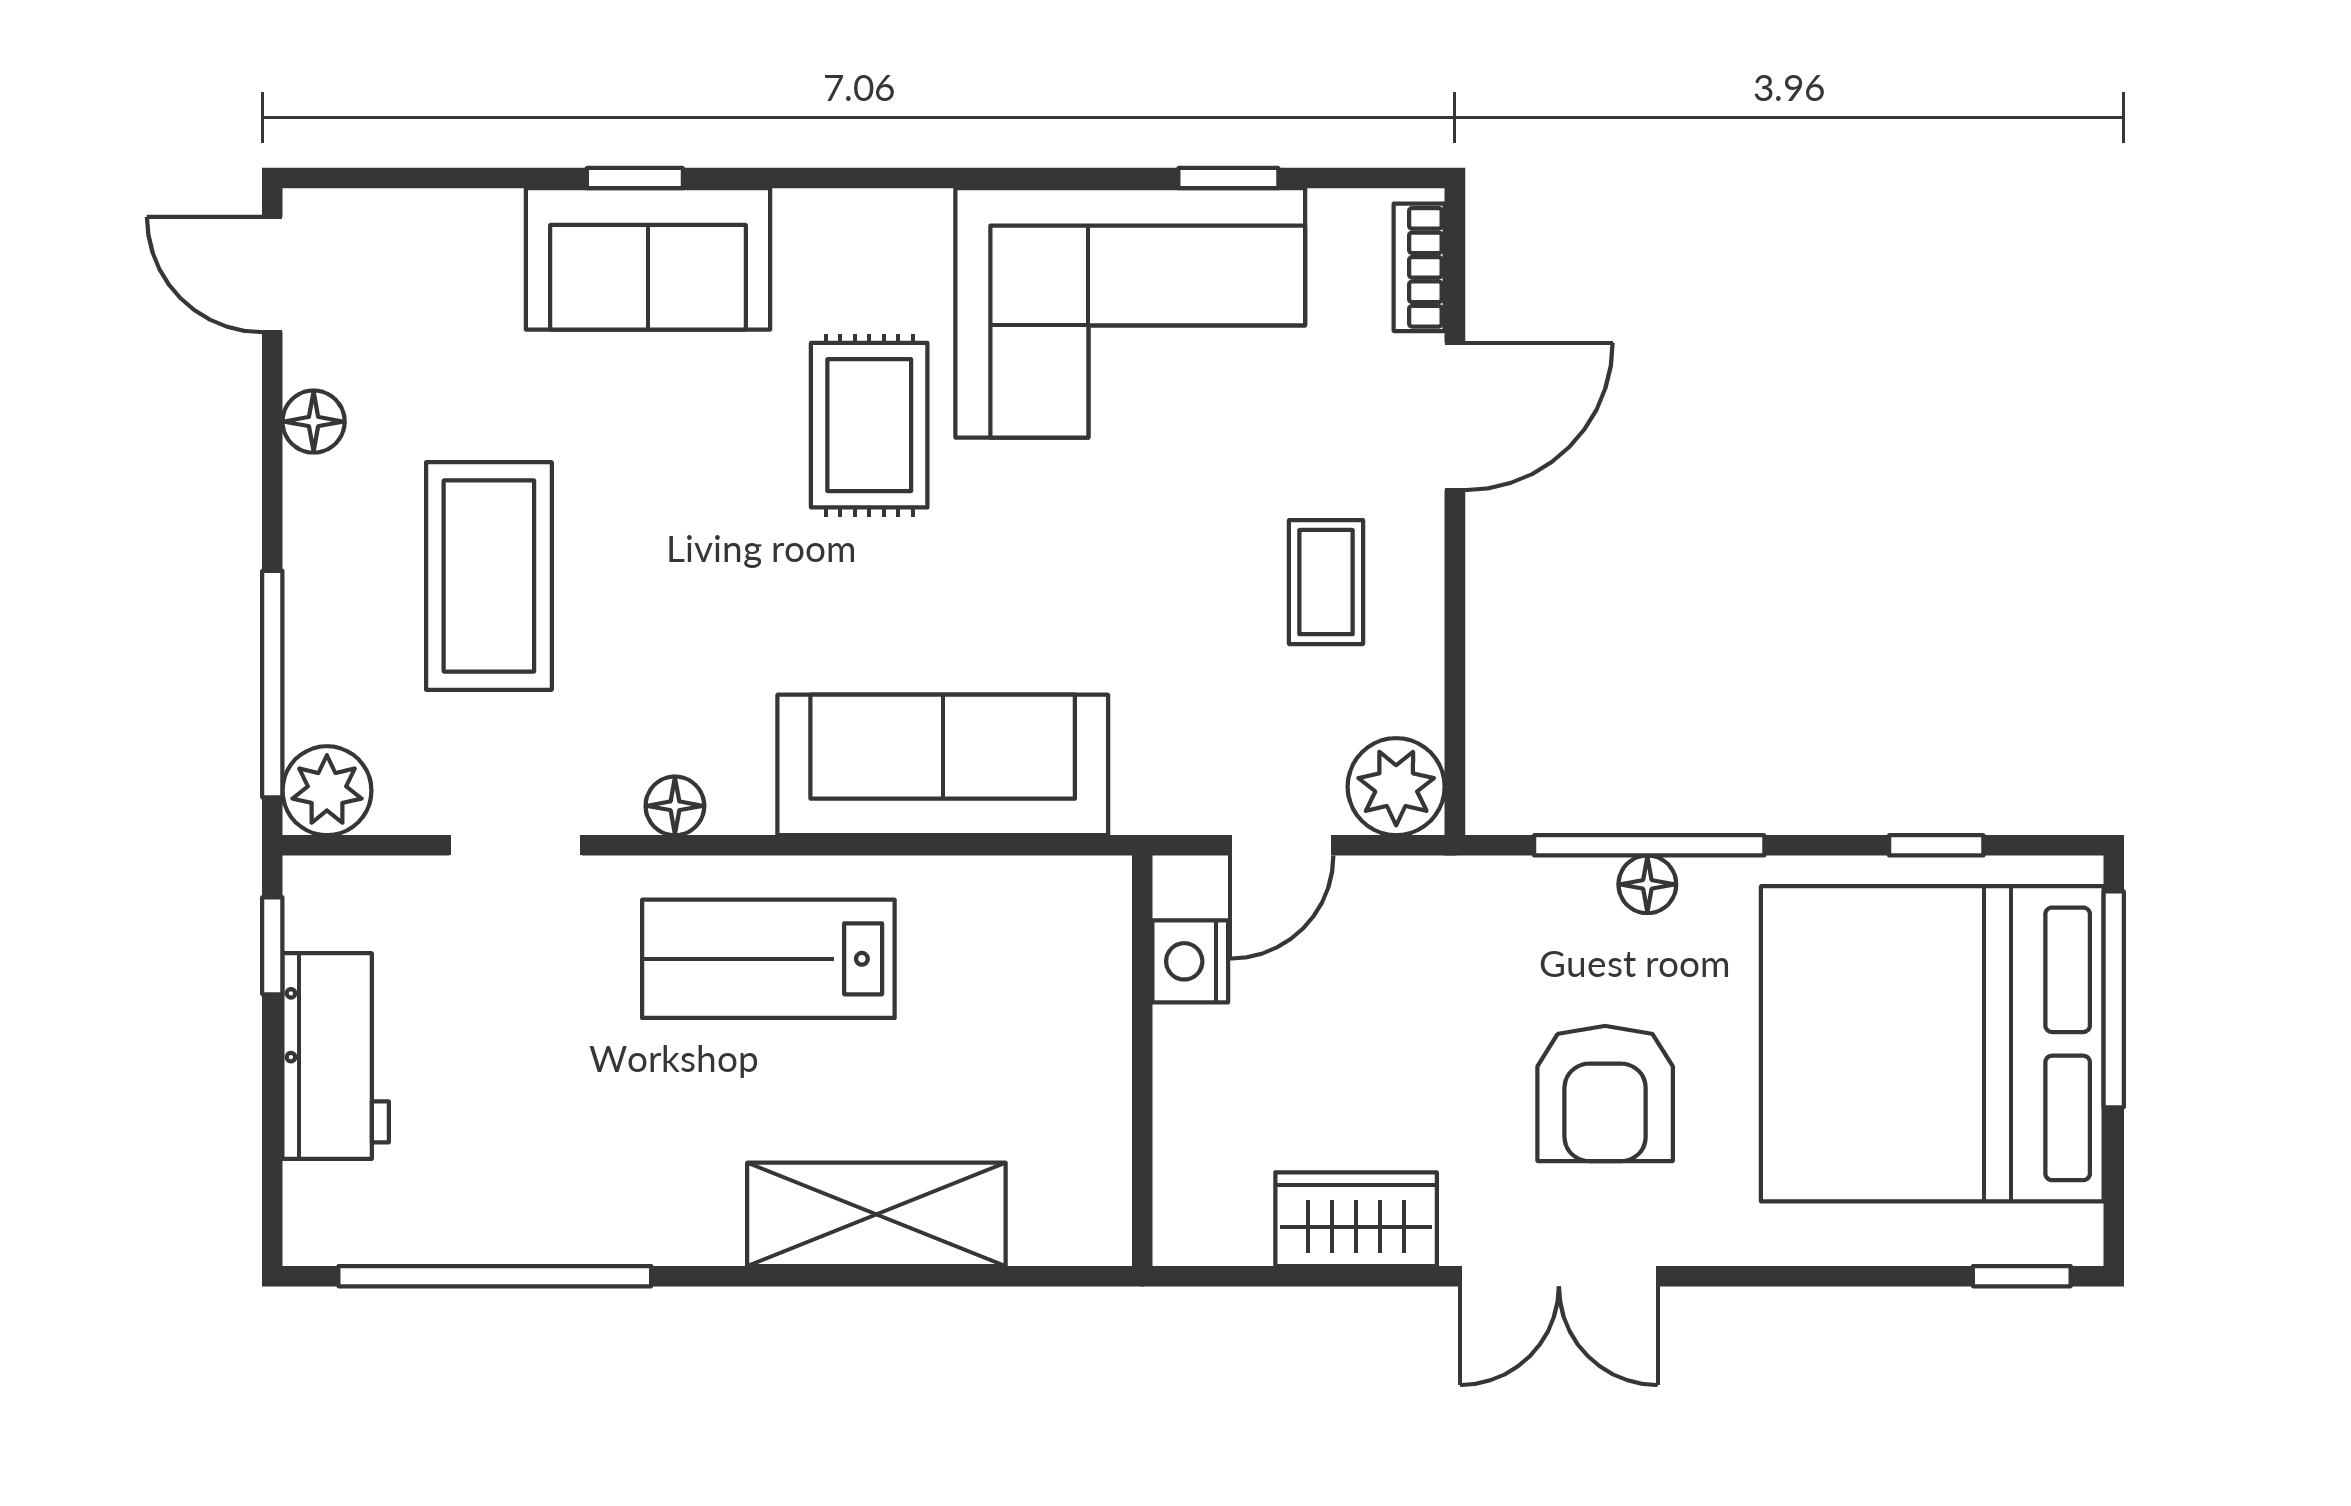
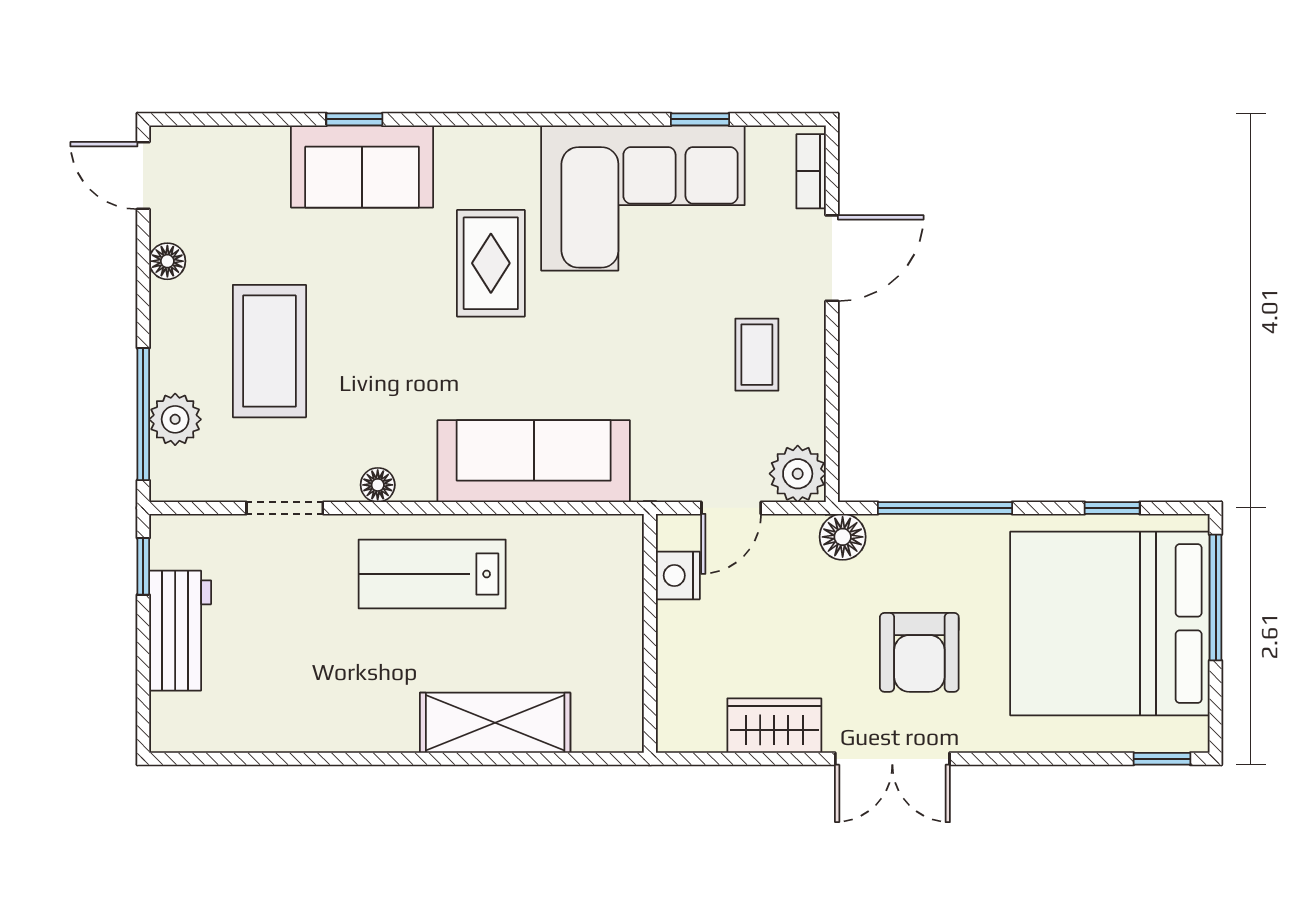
plant: (327, 791) -> (175, 419), moved
floor lamp: (1647, 884) -> (843, 537), moved, width x1.37, depth x1.37
window: (495, 1276) -> (273, 759), removed

